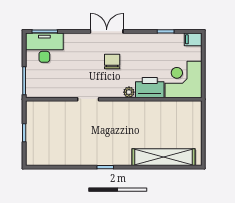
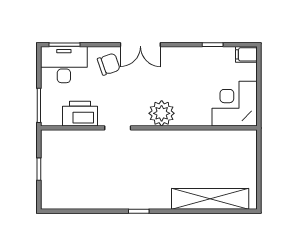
double door: (107, 31) -> (140, 45), swing flipped
chair: (112, 62) -> (109, 64), moved, turned 71
printer: (150, 88) -> (80, 114), moved
plant: (129, 92) -> (162, 113), width x1.87, depth x1.87

